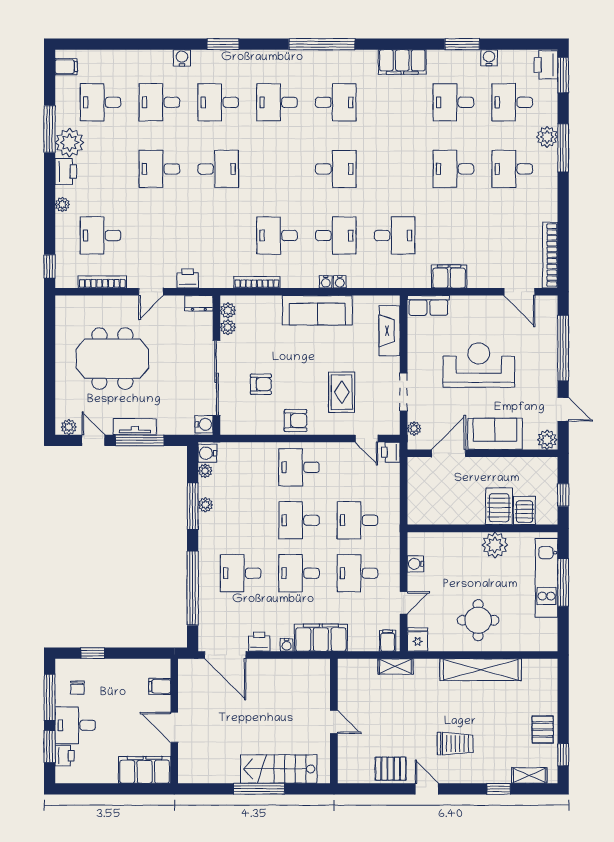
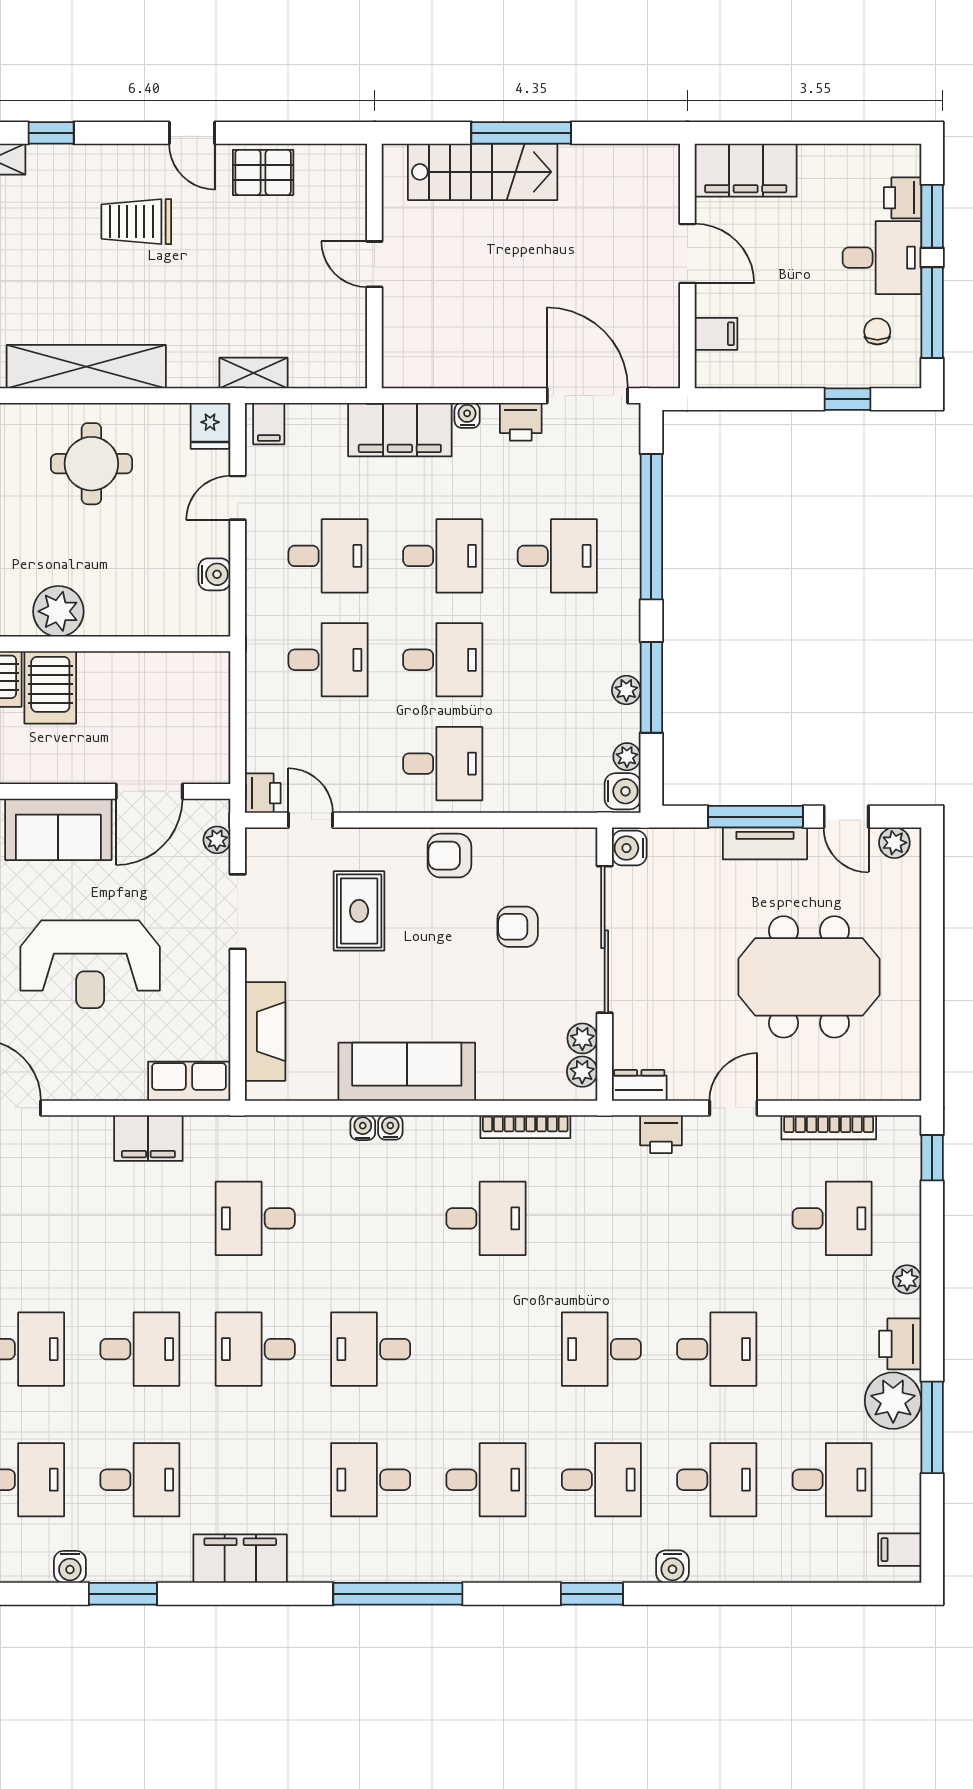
desk: (336, 235) -> (255, 1349), moved

